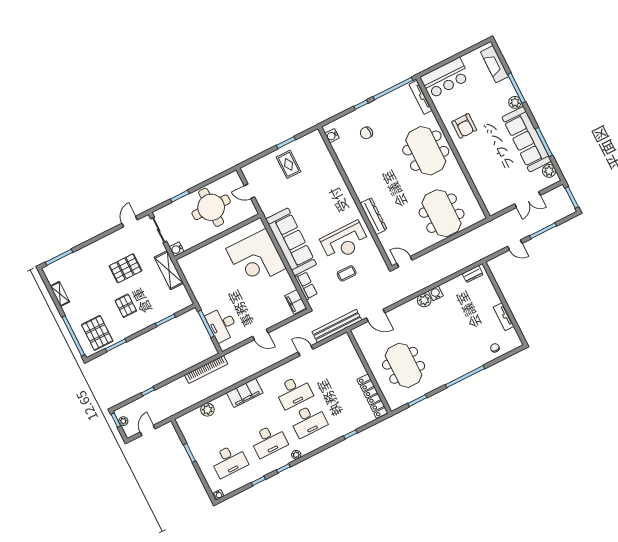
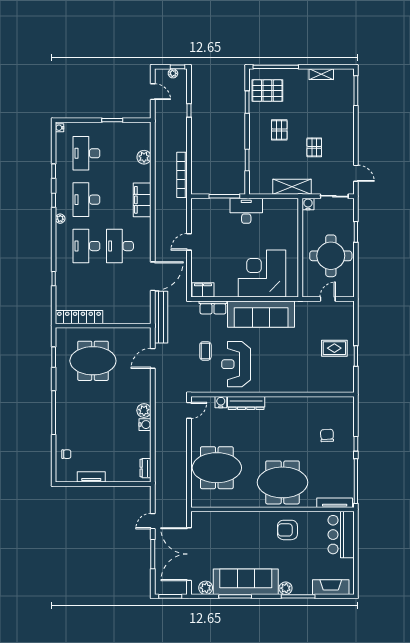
water cooler: (332, 136) -> (221, 402), moved
double door: (527, 200) -> (189, 554), width x1.87
pallet: (125, 268) -> (314, 147), width x0.67, depth x0.71
pallet: (126, 306) -> (279, 130), turned 90
desk: (222, 324) -> (246, 211), moved
door: (305, 351) -> (153, 276), width x1.87

